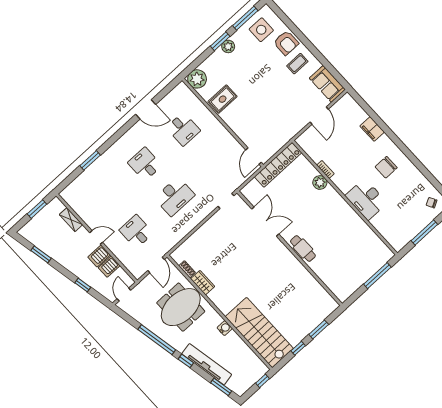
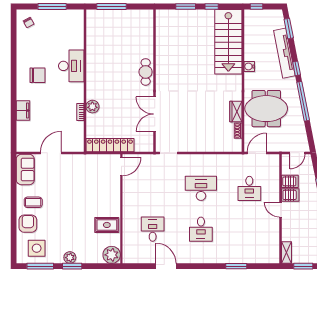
shelving: (71, 220) -> (287, 253), moved

